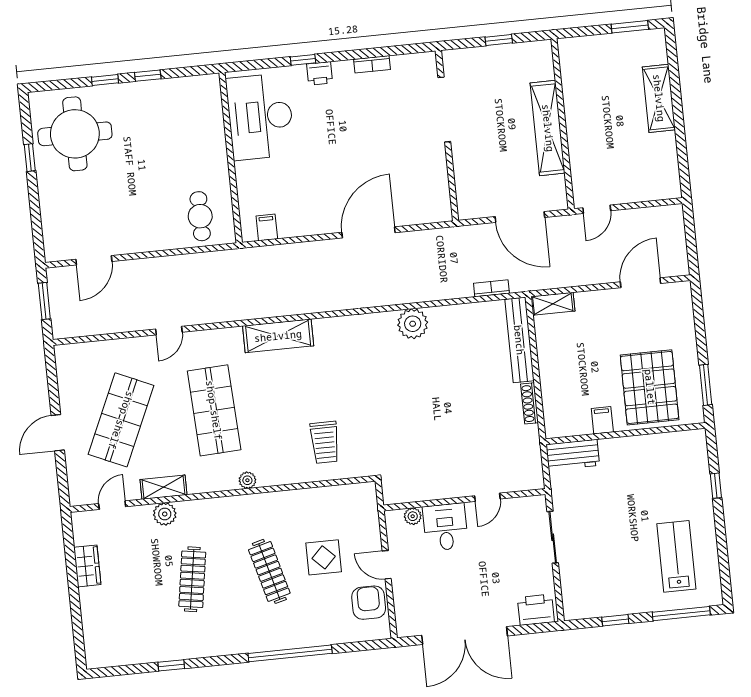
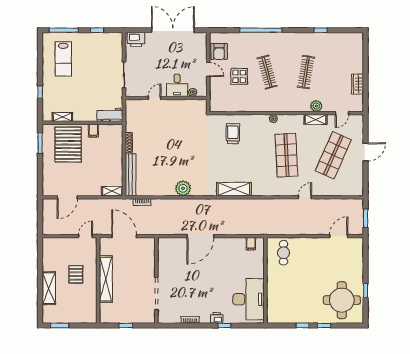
pallet: (608, 132) -> (76, 274), added
shelving: (278, 336) -> (234, 189), moved
shelving: (667, 441) -> (62, 117), added

